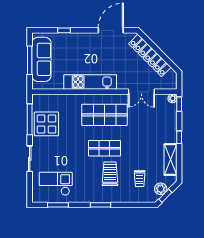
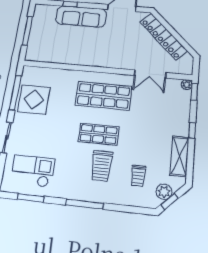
sofa: (41, 59) -> (81, 16), moved, turned 90
kitchen unit: (90, 82) -> (92, 58), removed
trolley: (110, 174) -> (102, 166), turned 180
window: (101, 205) -> (85, 204), width x1.44

